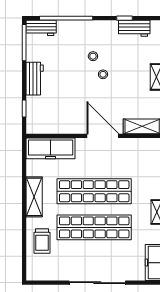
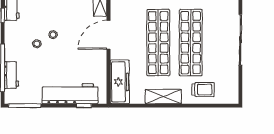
workbench: (41, 28) -> (11, 75), moved
workbench: (35, 79) -> (70, 94), width x1.87, depth x1.32

